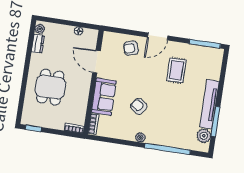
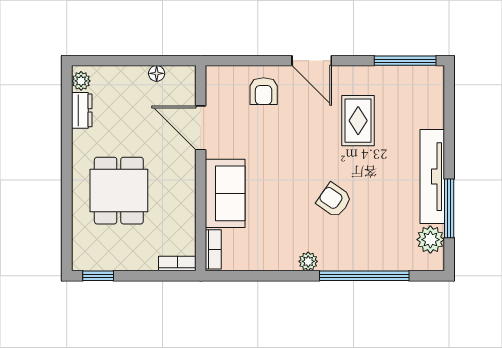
door: (158, 36) -> (312, 61), hinge flipped
armchair: (131, 48) -> (264, 91), turned -72
armchair: (139, 106) -> (334, 200), moved

